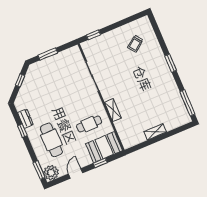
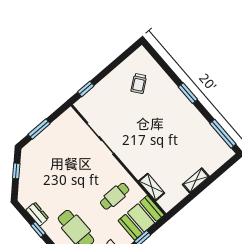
shelving: (113, 110) -> (152, 187), moved

